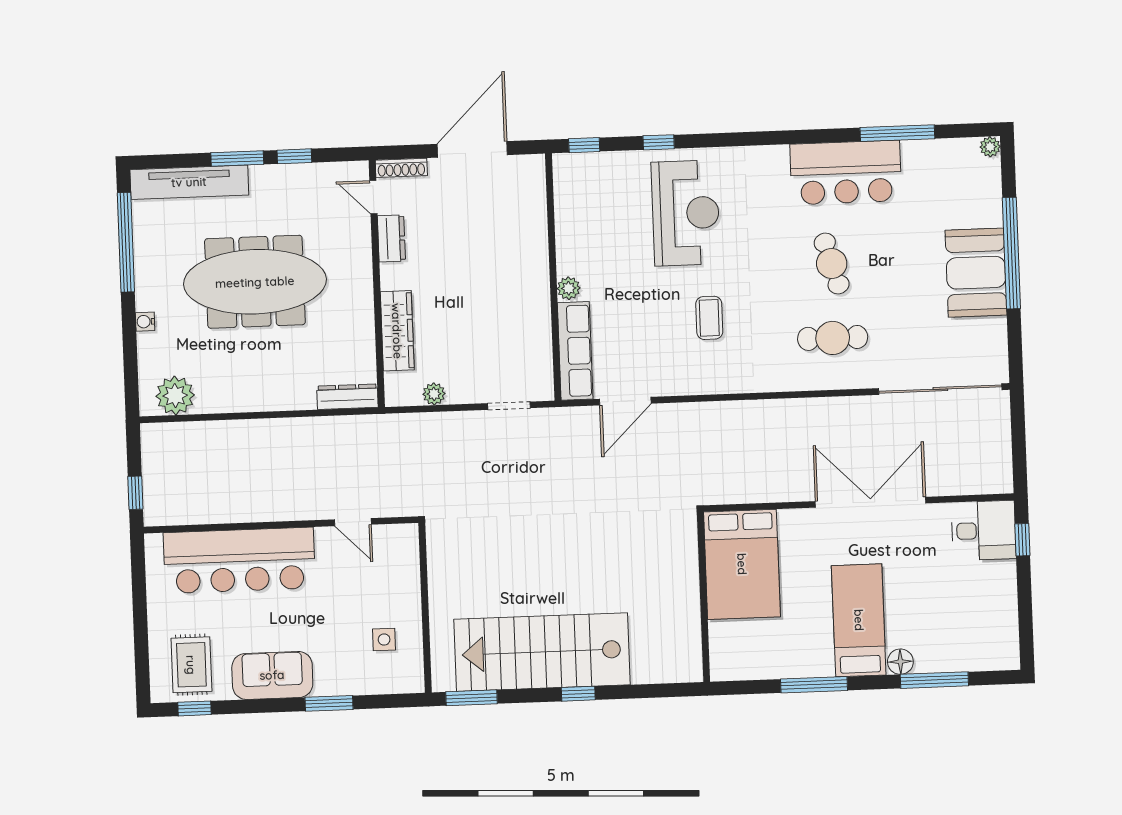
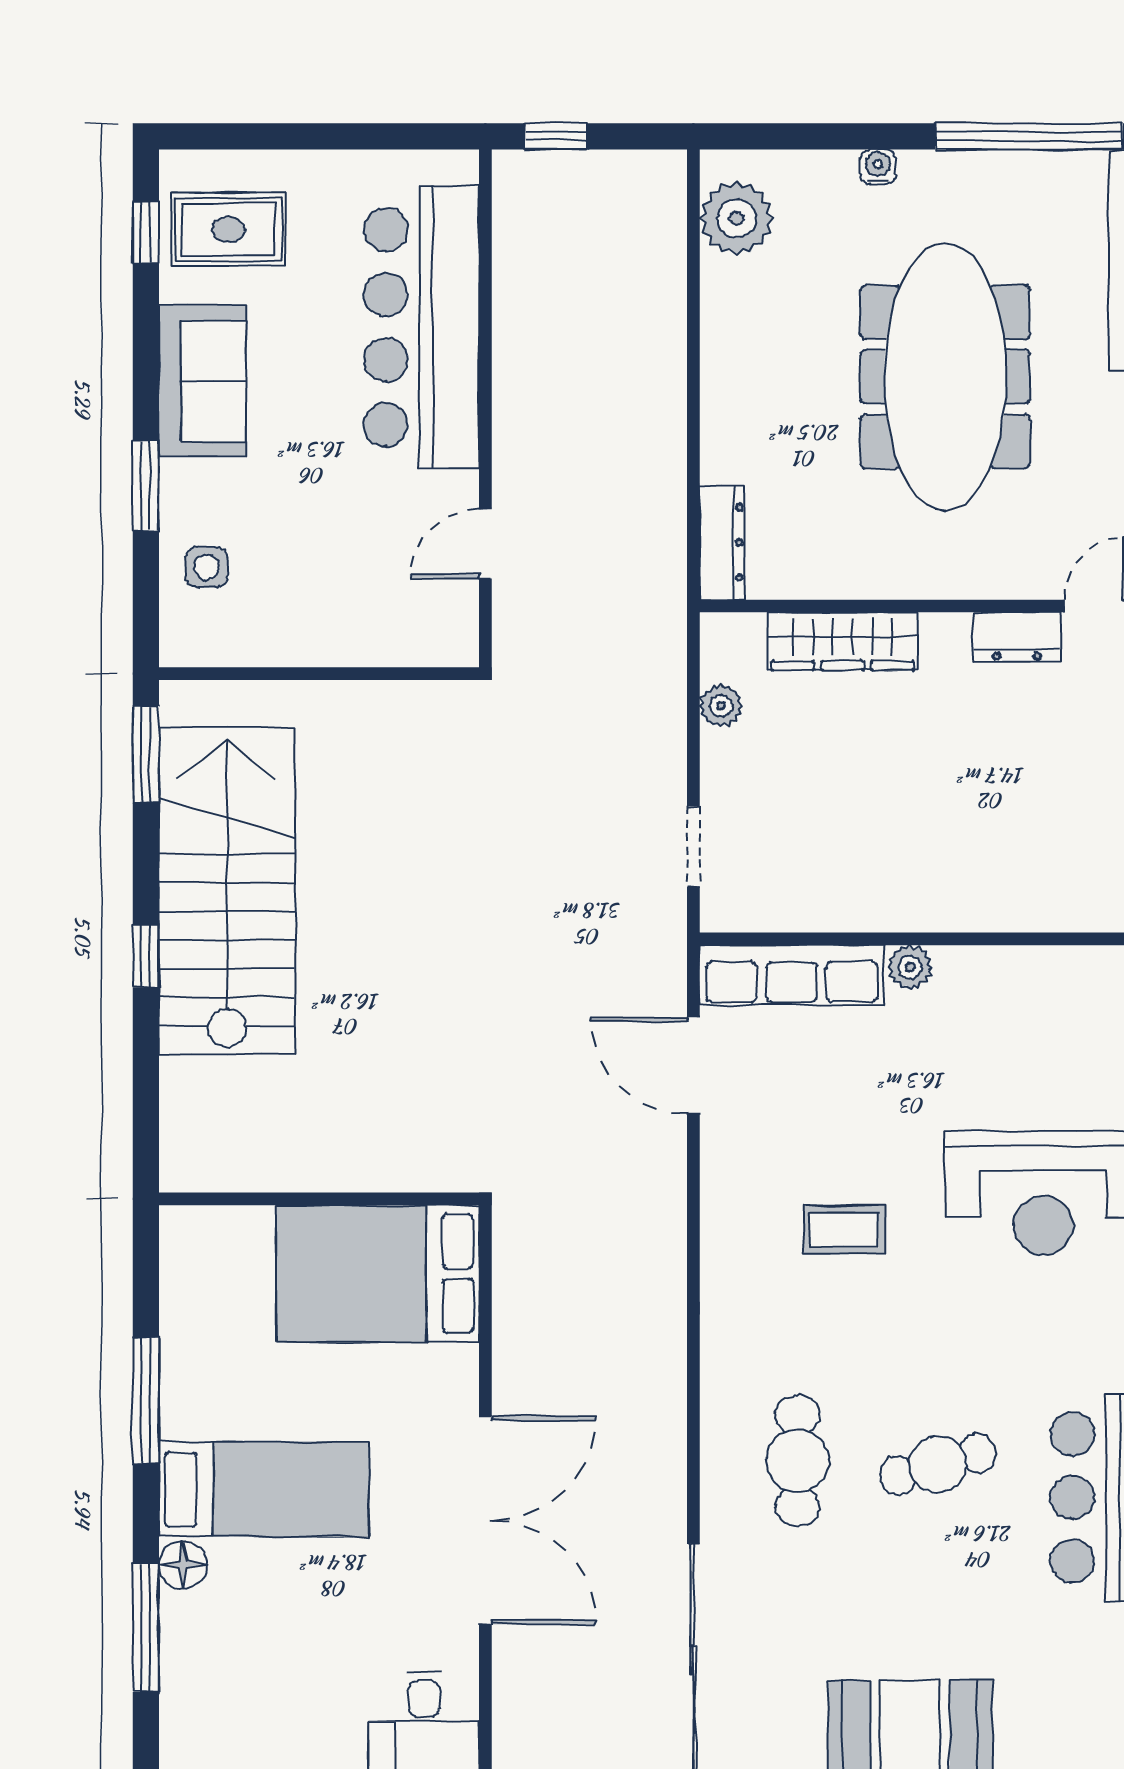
side table: (384, 640) -> (207, 567), moved

